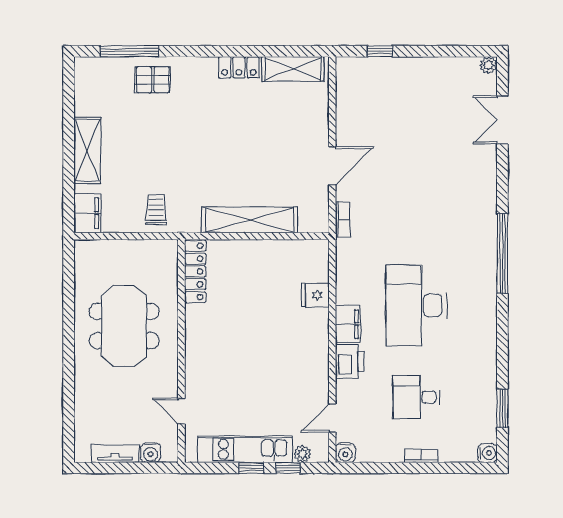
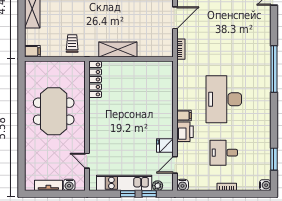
filing cabinet: (87, 213) -> (32, 51), width x0.50
shelving: (250, 220) -> (118, 49), width x0.68
fridge: (315, 295) -> (165, 146), moved
filing cabinet: (348, 324) -> (184, 116), width x0.50

